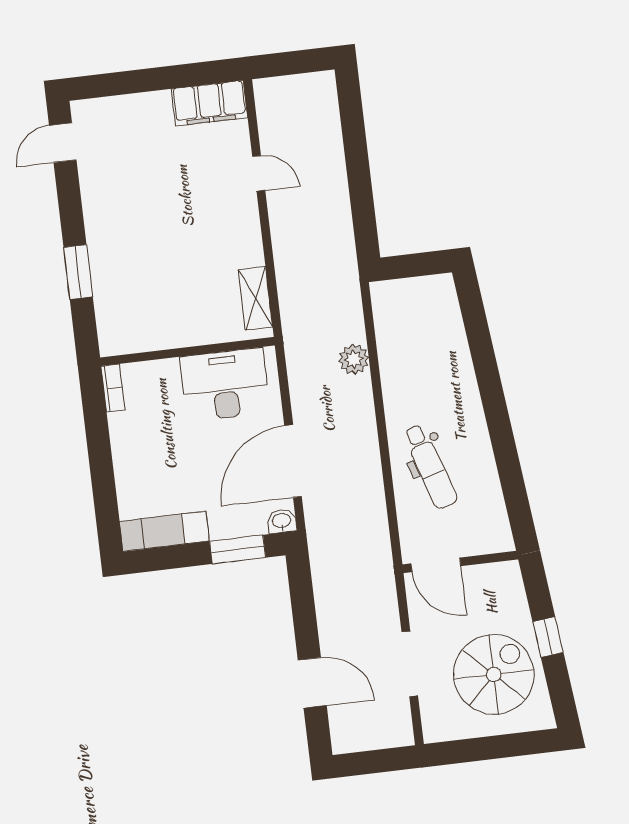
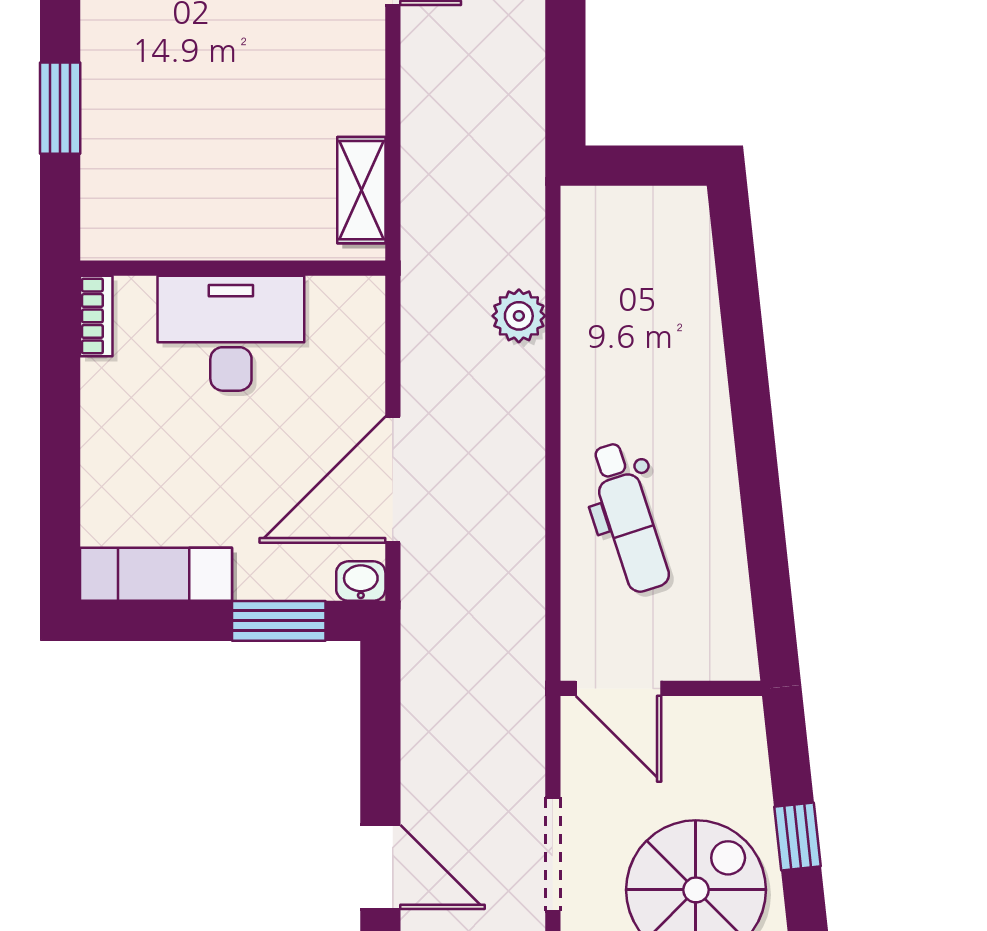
desk: (225, 385) -> (231, 333), moved

